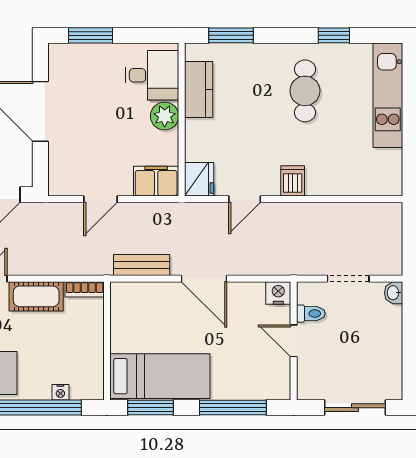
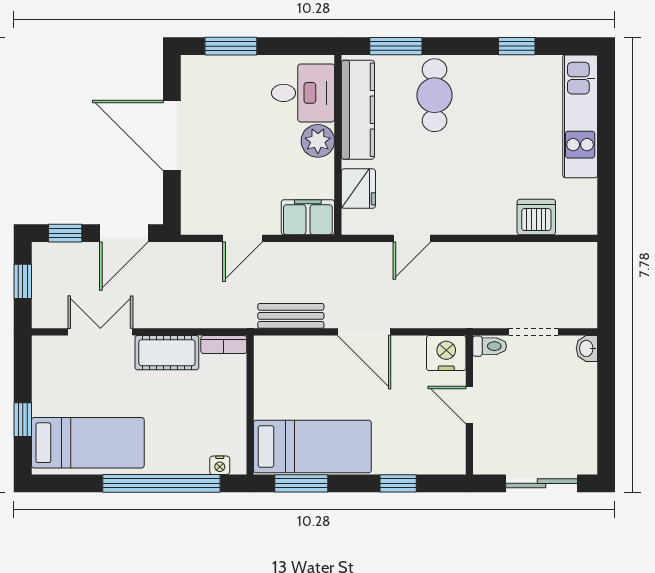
kitchen counter: (199, 90) -> (358, 110), width x1.50
cafe table: (305, 91) -> (434, 95), moved
fridge: (199, 179) -> (358, 189), moved
dishwasher: (293, 181) -> (536, 217), moved, width x1.38
nightstand: (278, 293) -> (446, 353), width x1.36, depth x1.33
toilet: (311, 314) -> (490, 346), moved
nightstand: (60, 392) -> (220, 465), moved
window: (233, 408) -> (398, 483), width x0.46

